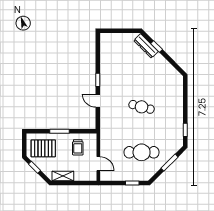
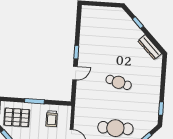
dresser: (146, 46) -> (150, 47), moved
door: (98, 101) -> (75, 73), swing flipped

